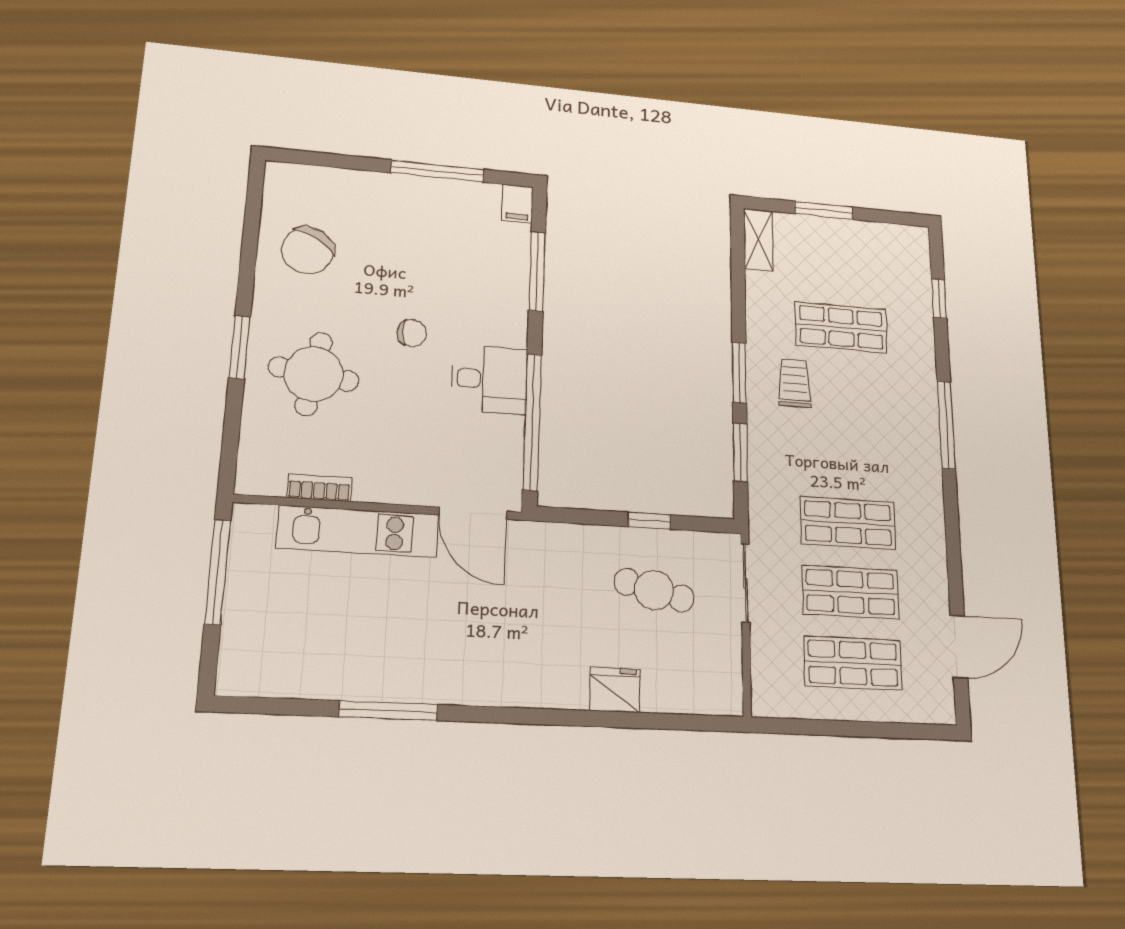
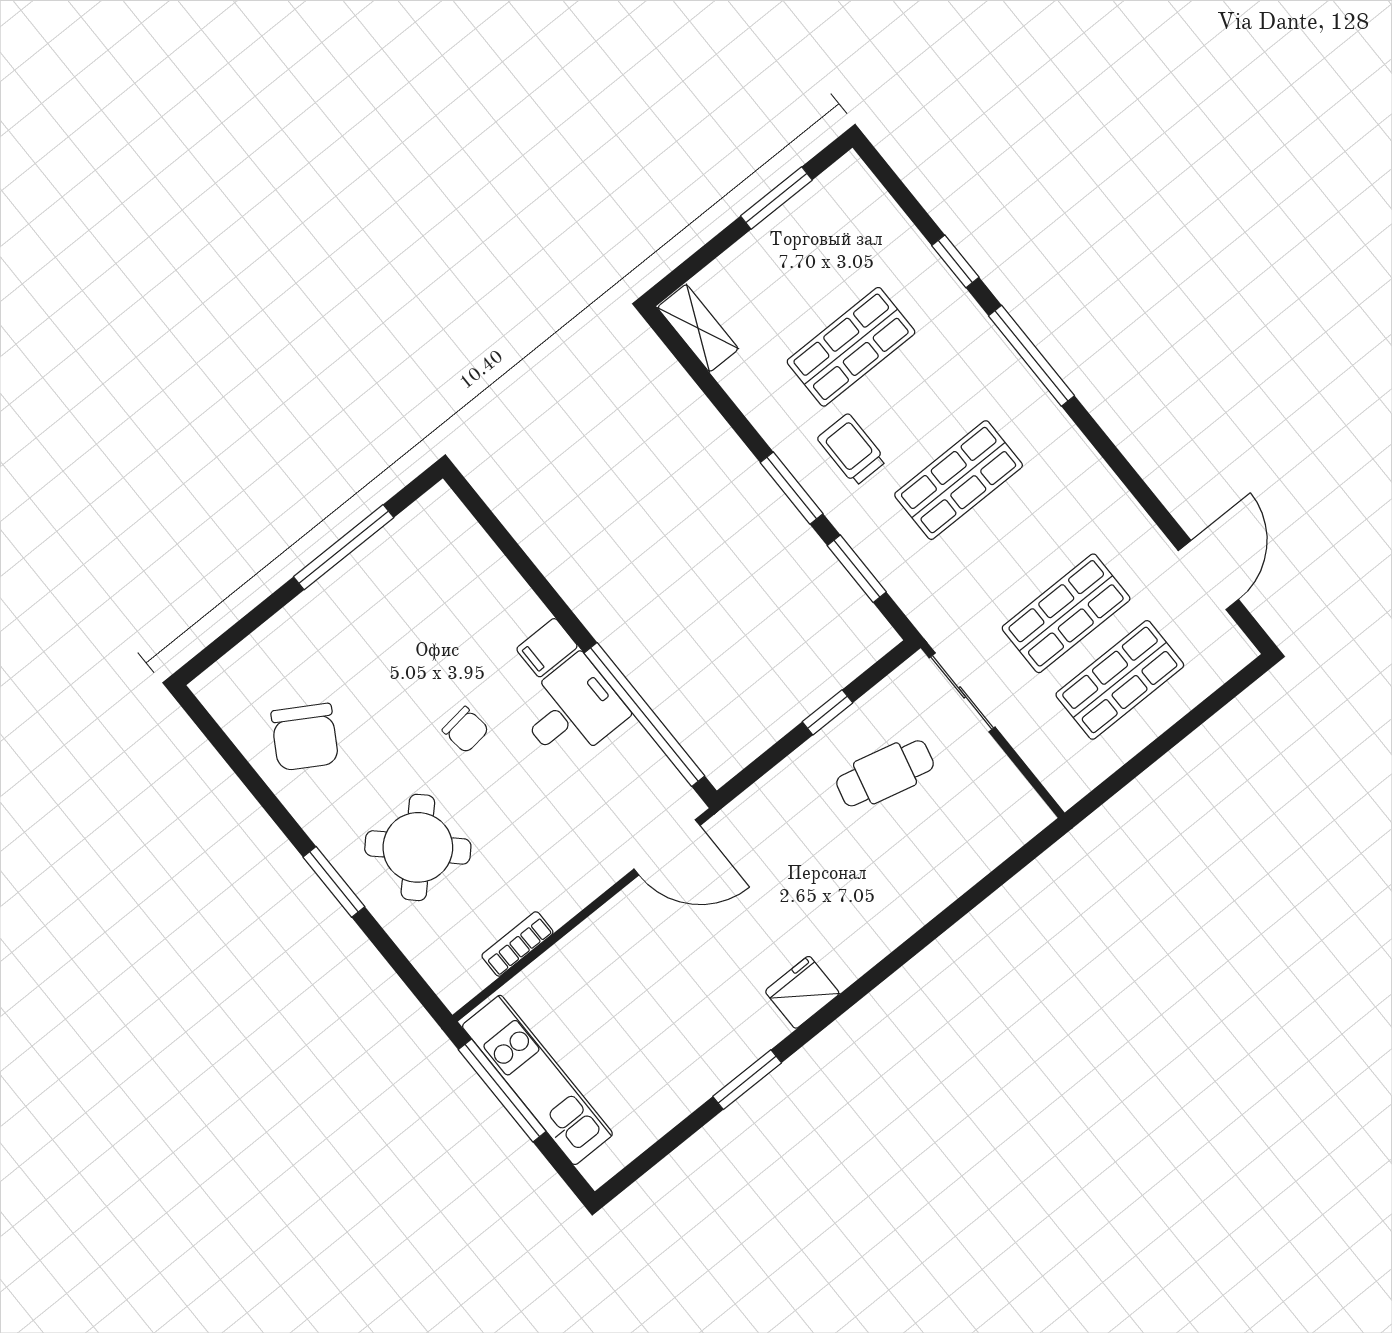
filing cabinet: (517, 204) -> (547, 648), moved, turned 90
window: (824, 210) -> (776, 198), moved
window: (537, 271) -> (522, 562), removed
window: (939, 299) -> (955, 261), moved
chair: (412, 333) -> (466, 730), turned 83
round table: (314, 374) -> (418, 847), turned 36
shop shelf: (848, 523) -> (959, 480), moved
kitchen unit: (358, 531) -> (537, 1080), moved, turned -90
fridge: (615, 690) -> (802, 992), moved
window: (388, 711) -> (747, 1080), width x0.69

